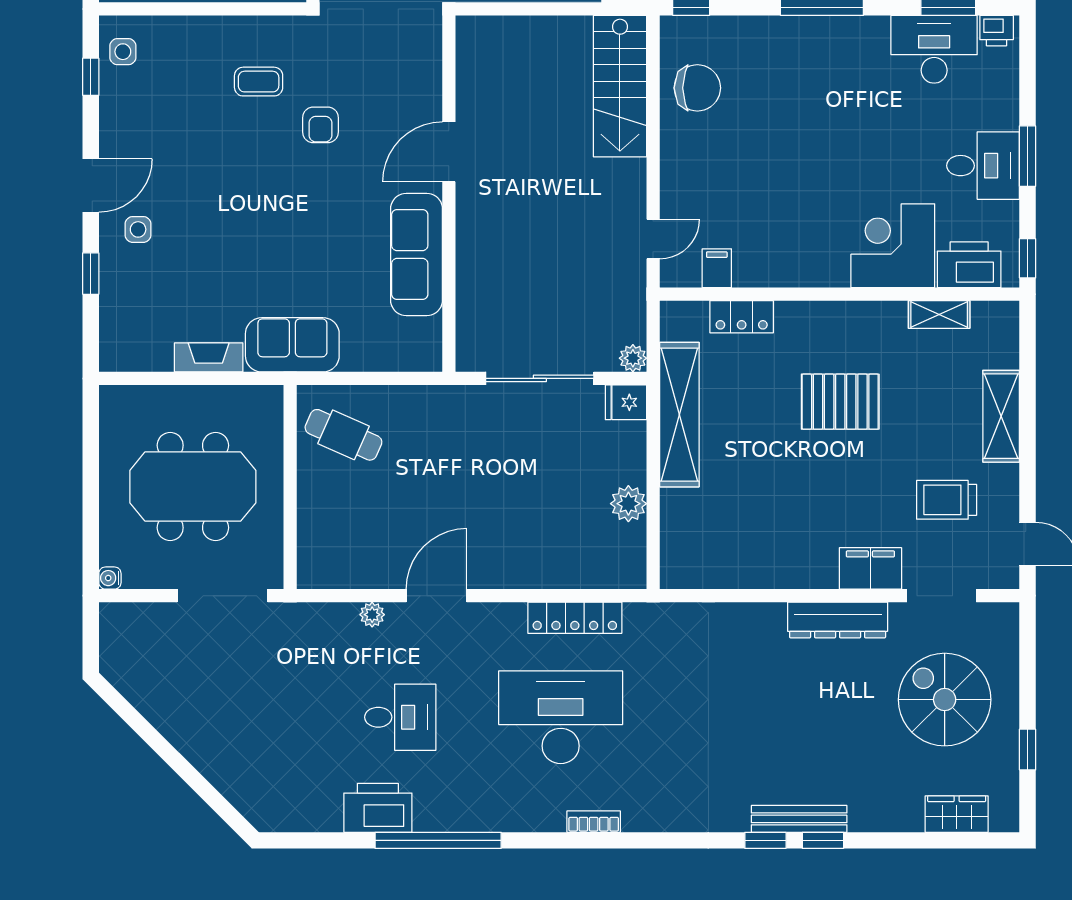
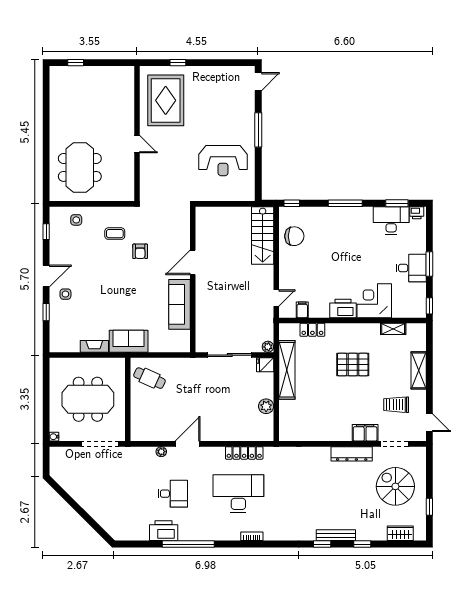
side table: (123, 52) -> (76, 220), moved
printer: (969, 265) -> (343, 309), moved
window: (823, 840) -> (362, 544), moved

